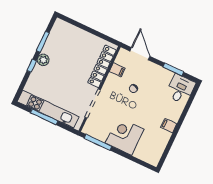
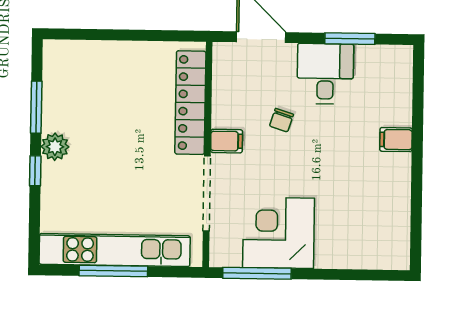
filing cabinet: (117, 70) -> (227, 141), moved
desk: (180, 89) -> (325, 74), moved
filing cabinet: (169, 126) -> (396, 140), moved
corner desk: (125, 136) -> (279, 233), moved

